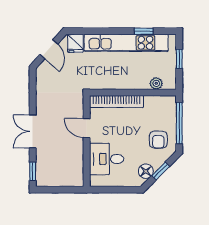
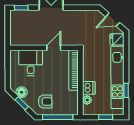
dishwasher: (140, 81) -> (89, 88), added
armchair: (158, 140) -> (45, 102), turned 180

